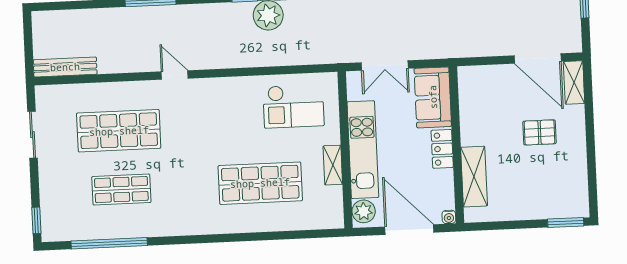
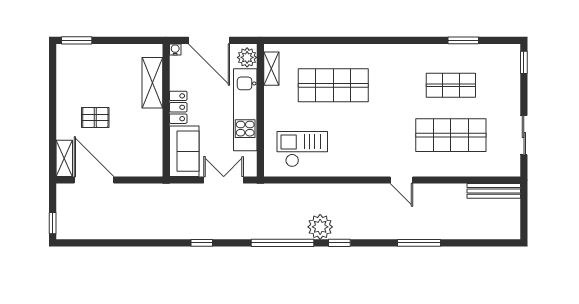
shelving: (333, 165) -> (271, 69), moved
window: (109, 243) -> (463, 40), width x0.47

